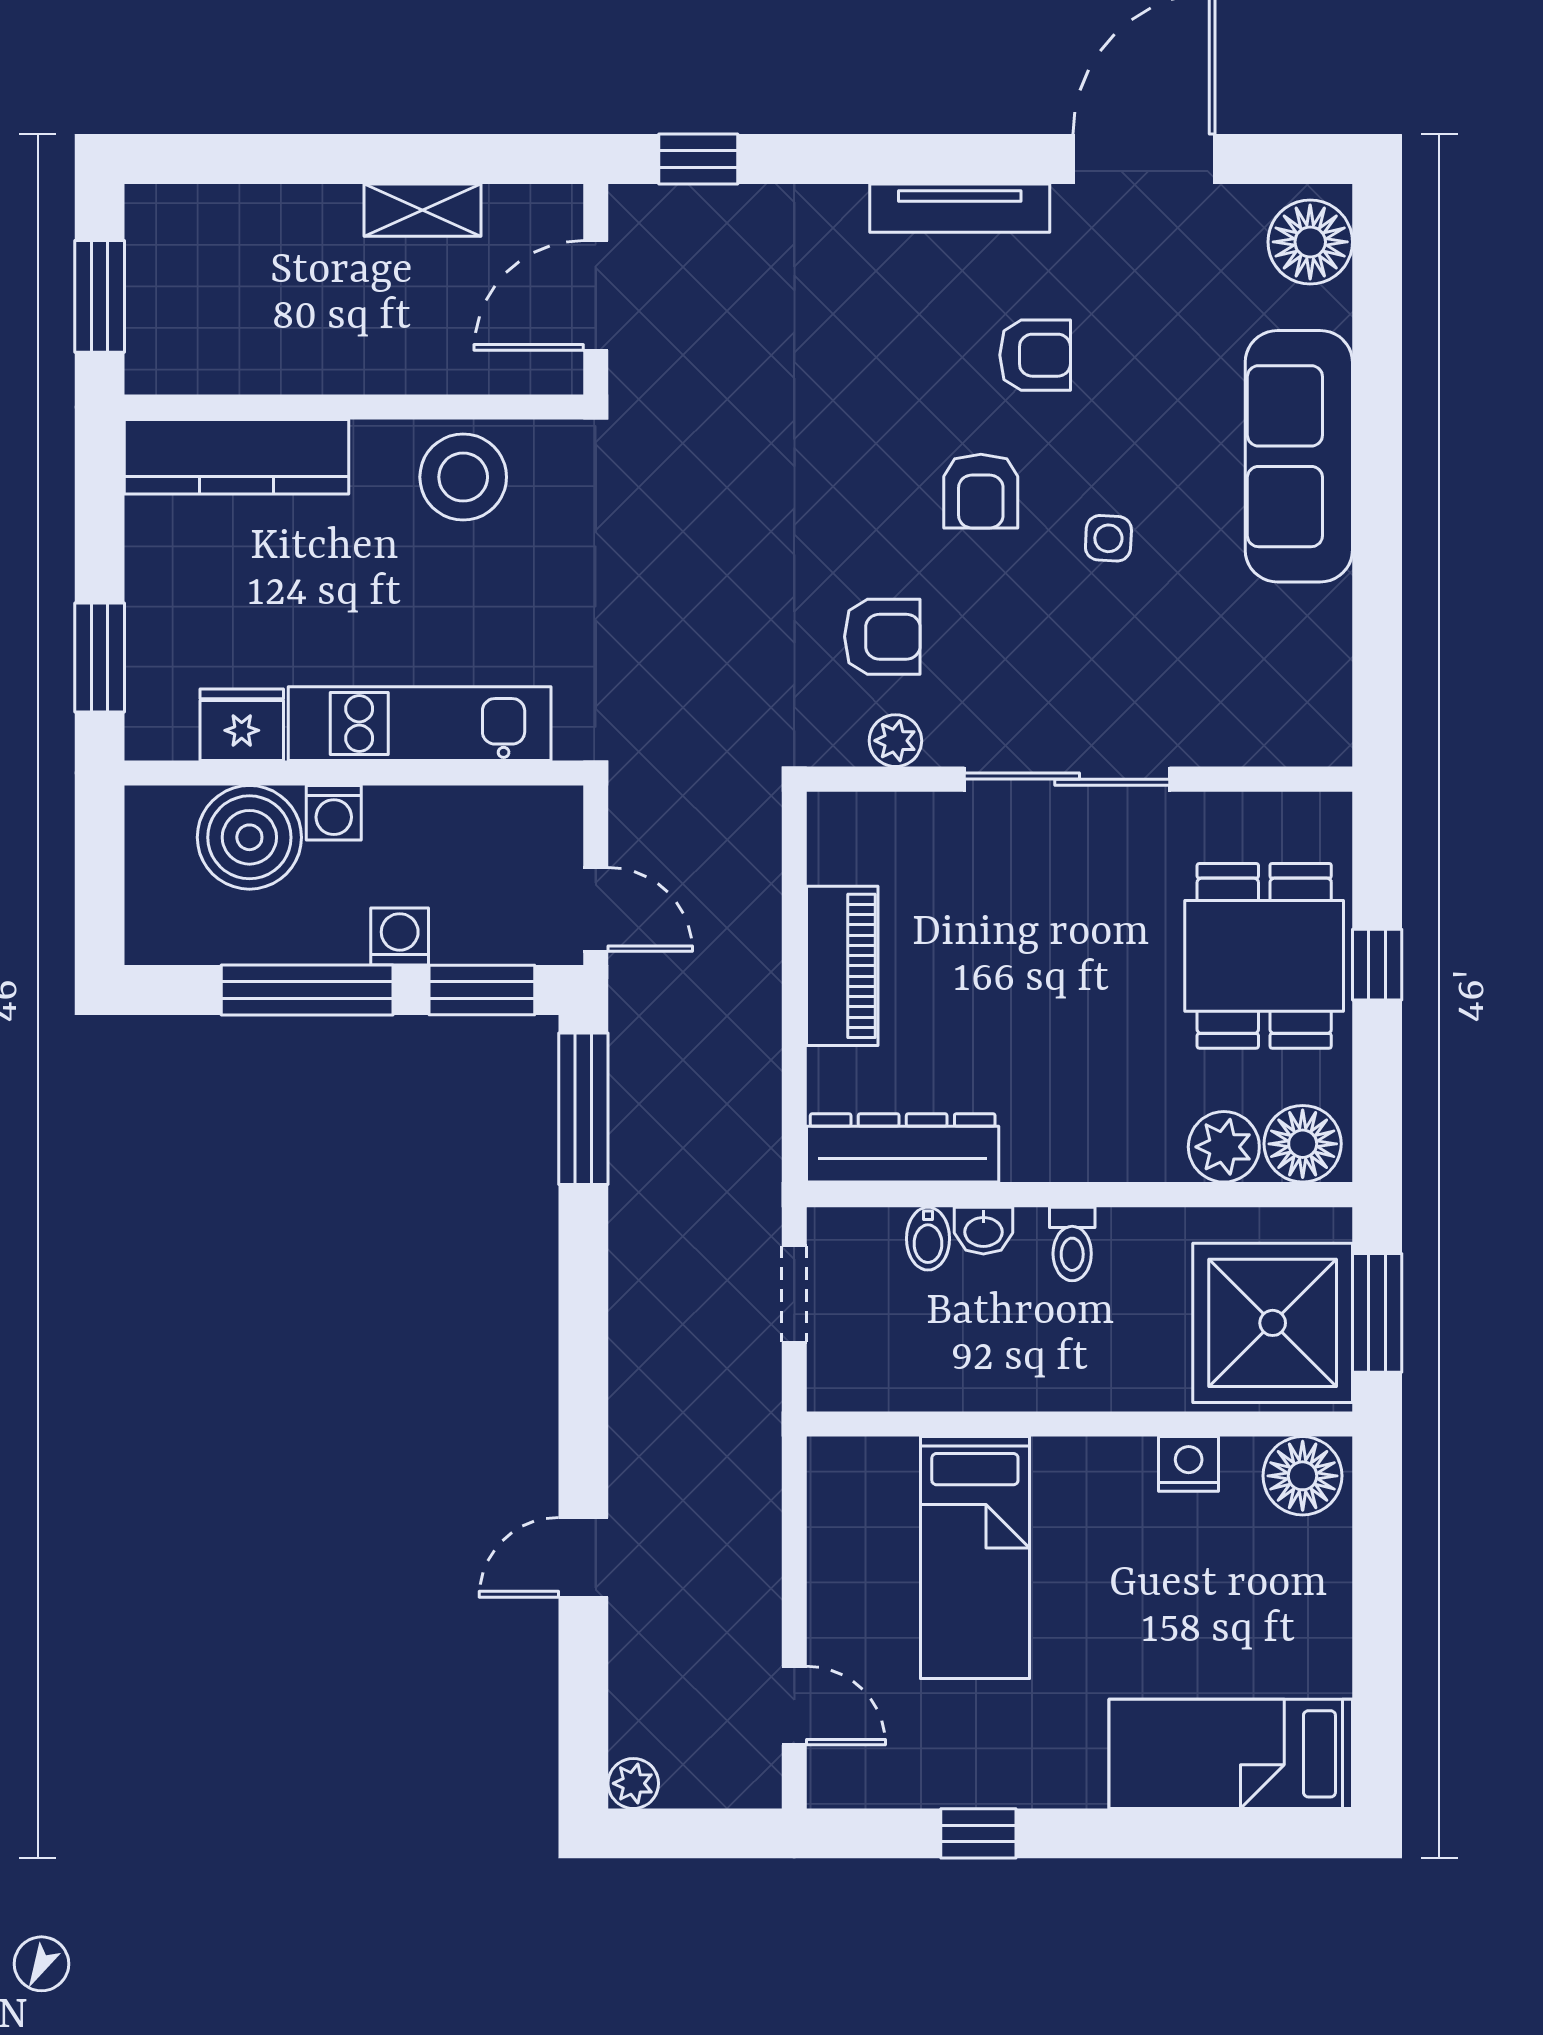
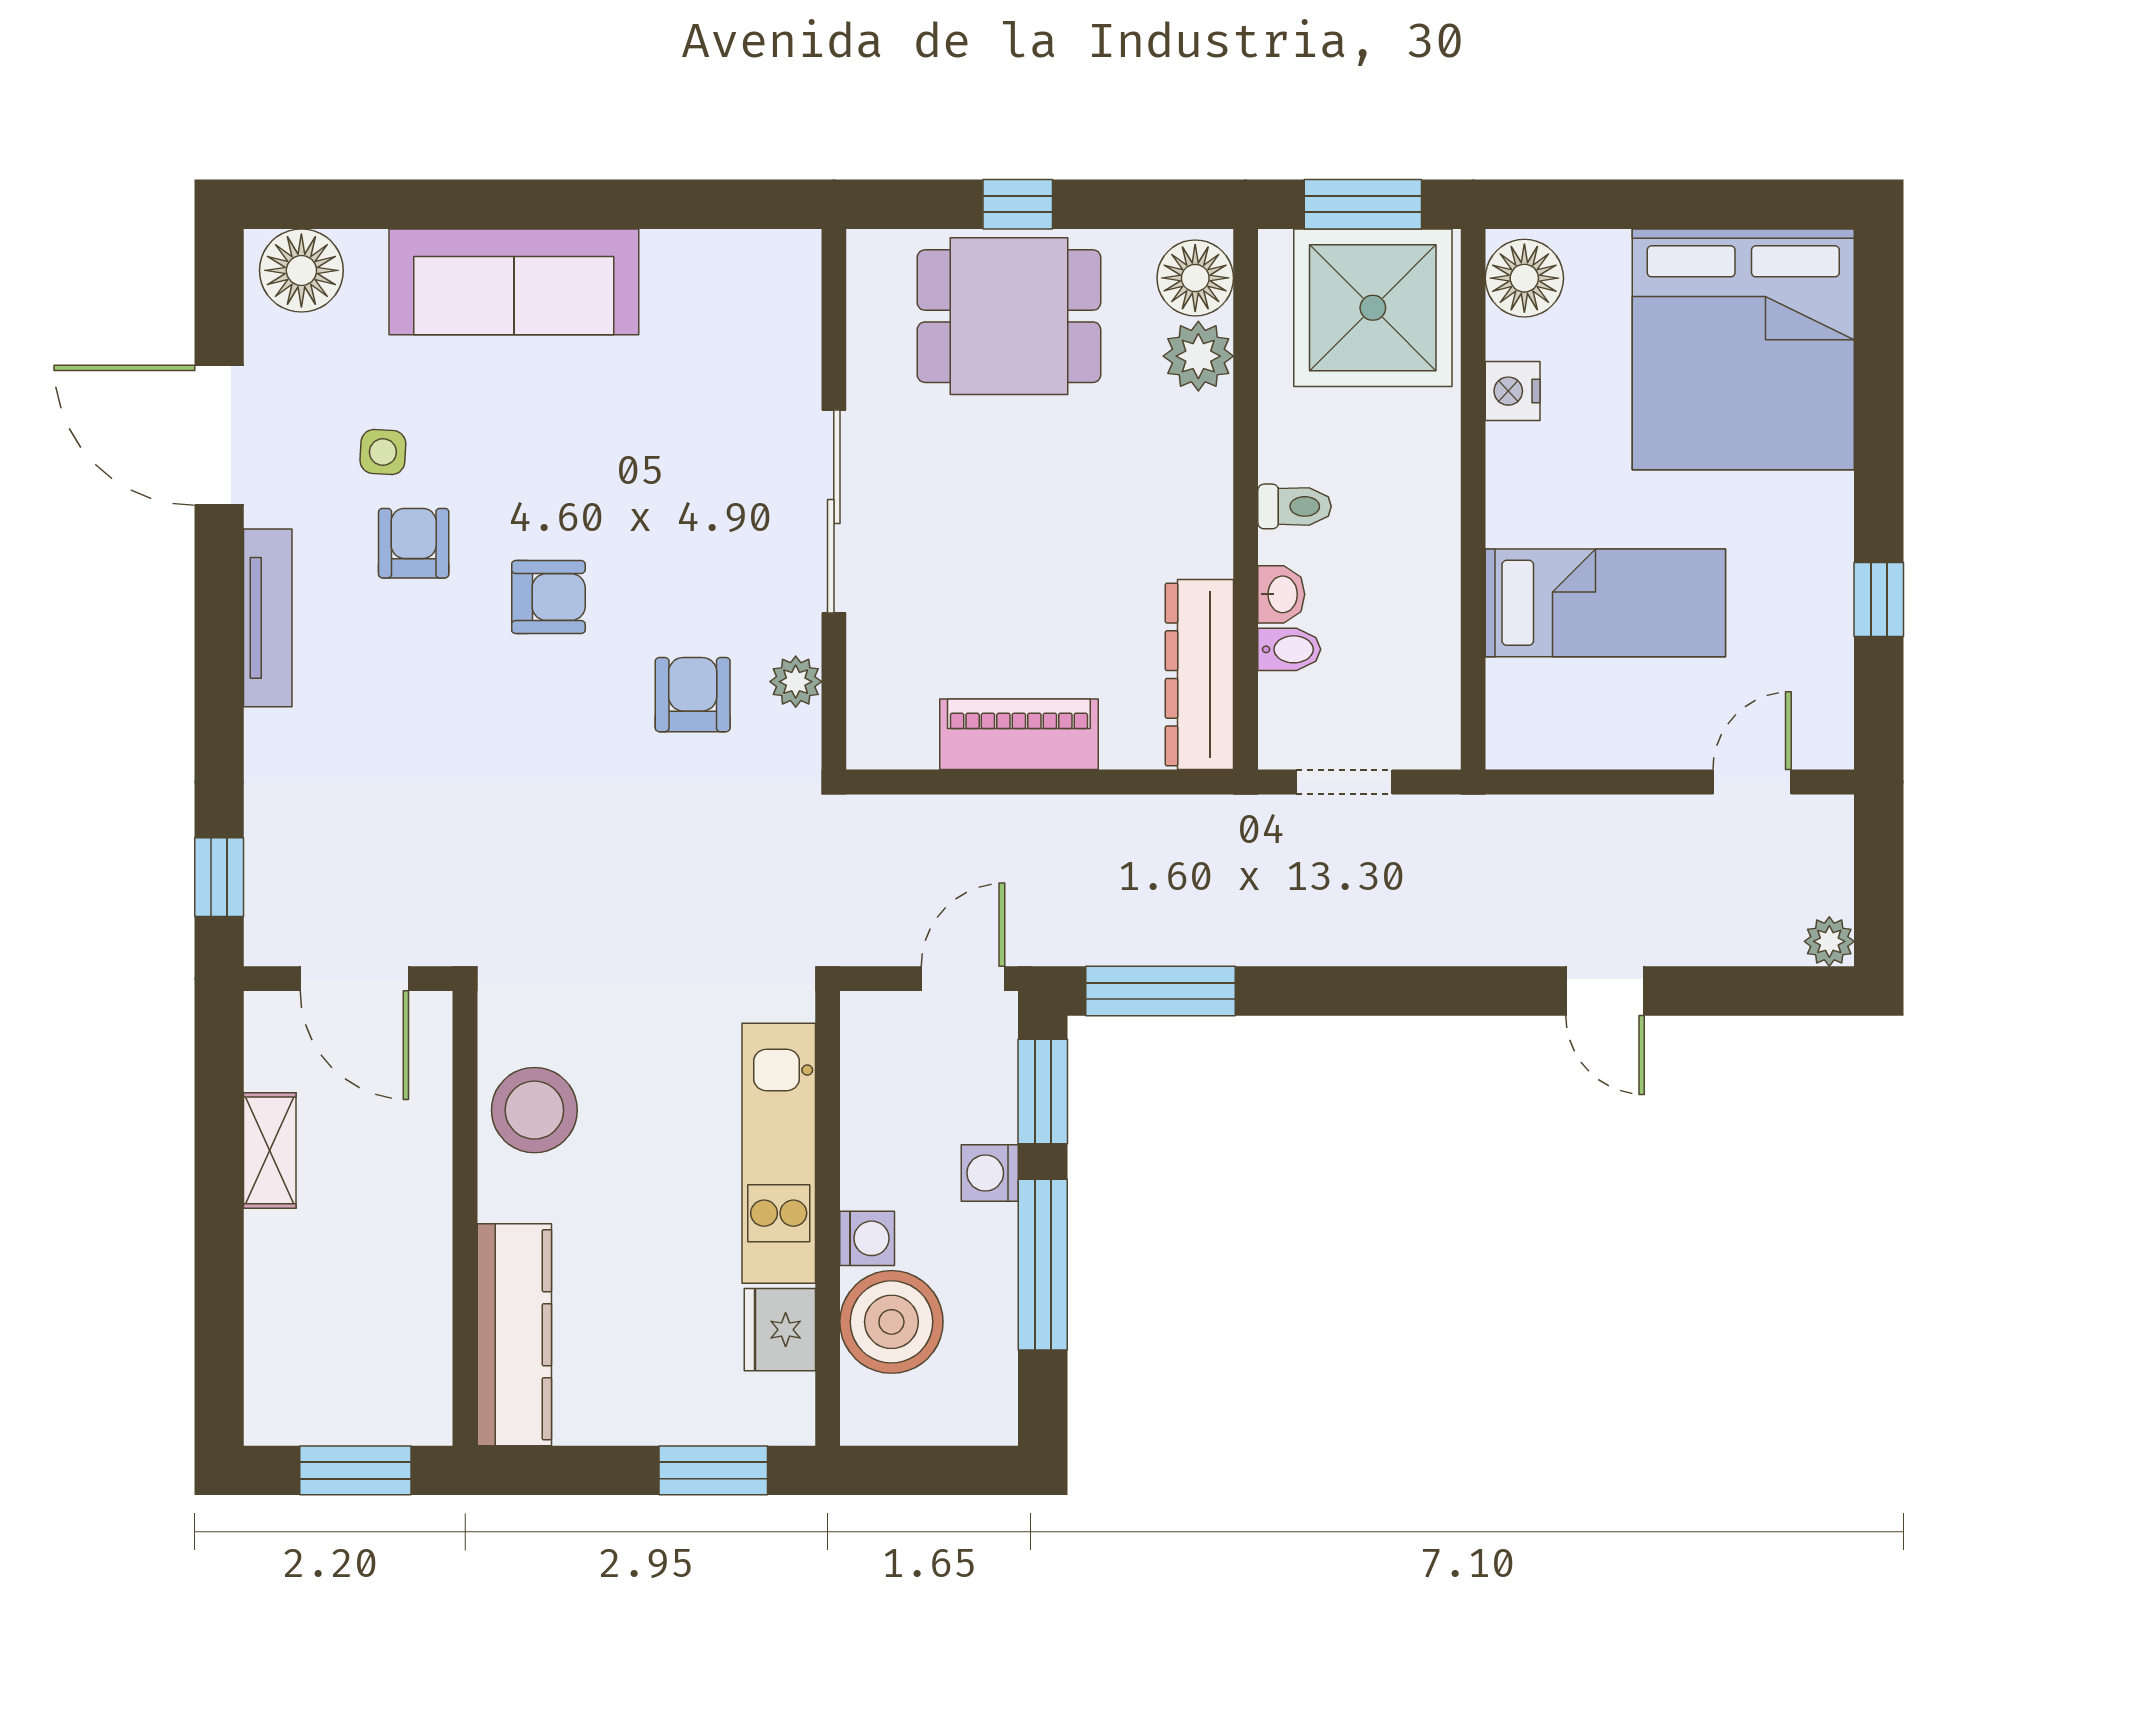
side table: (1108, 538) -> (383, 452), moved
bed: (1231, 1754) -> (1743, 349), width x2.04

